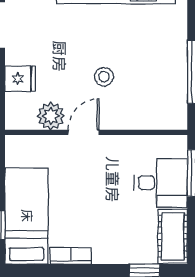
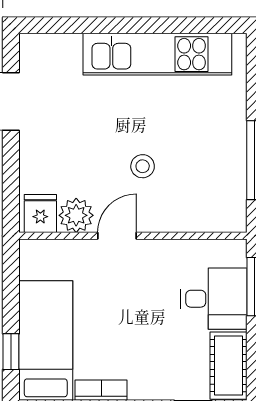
fridge: (20, 79) -> (40, 214), moved, turned -90

